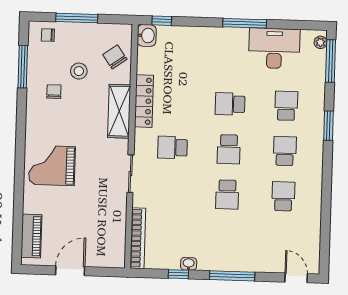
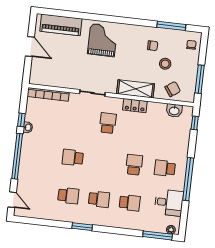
window: (77, 18) -> (200, 79), moved
window: (245, 23) -> (188, 179), width x1.46
washbasin: (147, 35) -> (174, 111), moved
desk: (274, 48) -> (169, 203), width x0.73
locker: (144, 101) -> (135, 106), width x0.66
window: (329, 126) -> (82, 227), moved
school desk: (229, 149) -> (165, 168), moved
piano: (31, 236) -> (61, 25), width x1.37, depth x1.33
window: (232, 276) -> (17, 156), width x1.46
door: (296, 278) -> (12, 200), hinge flipped

